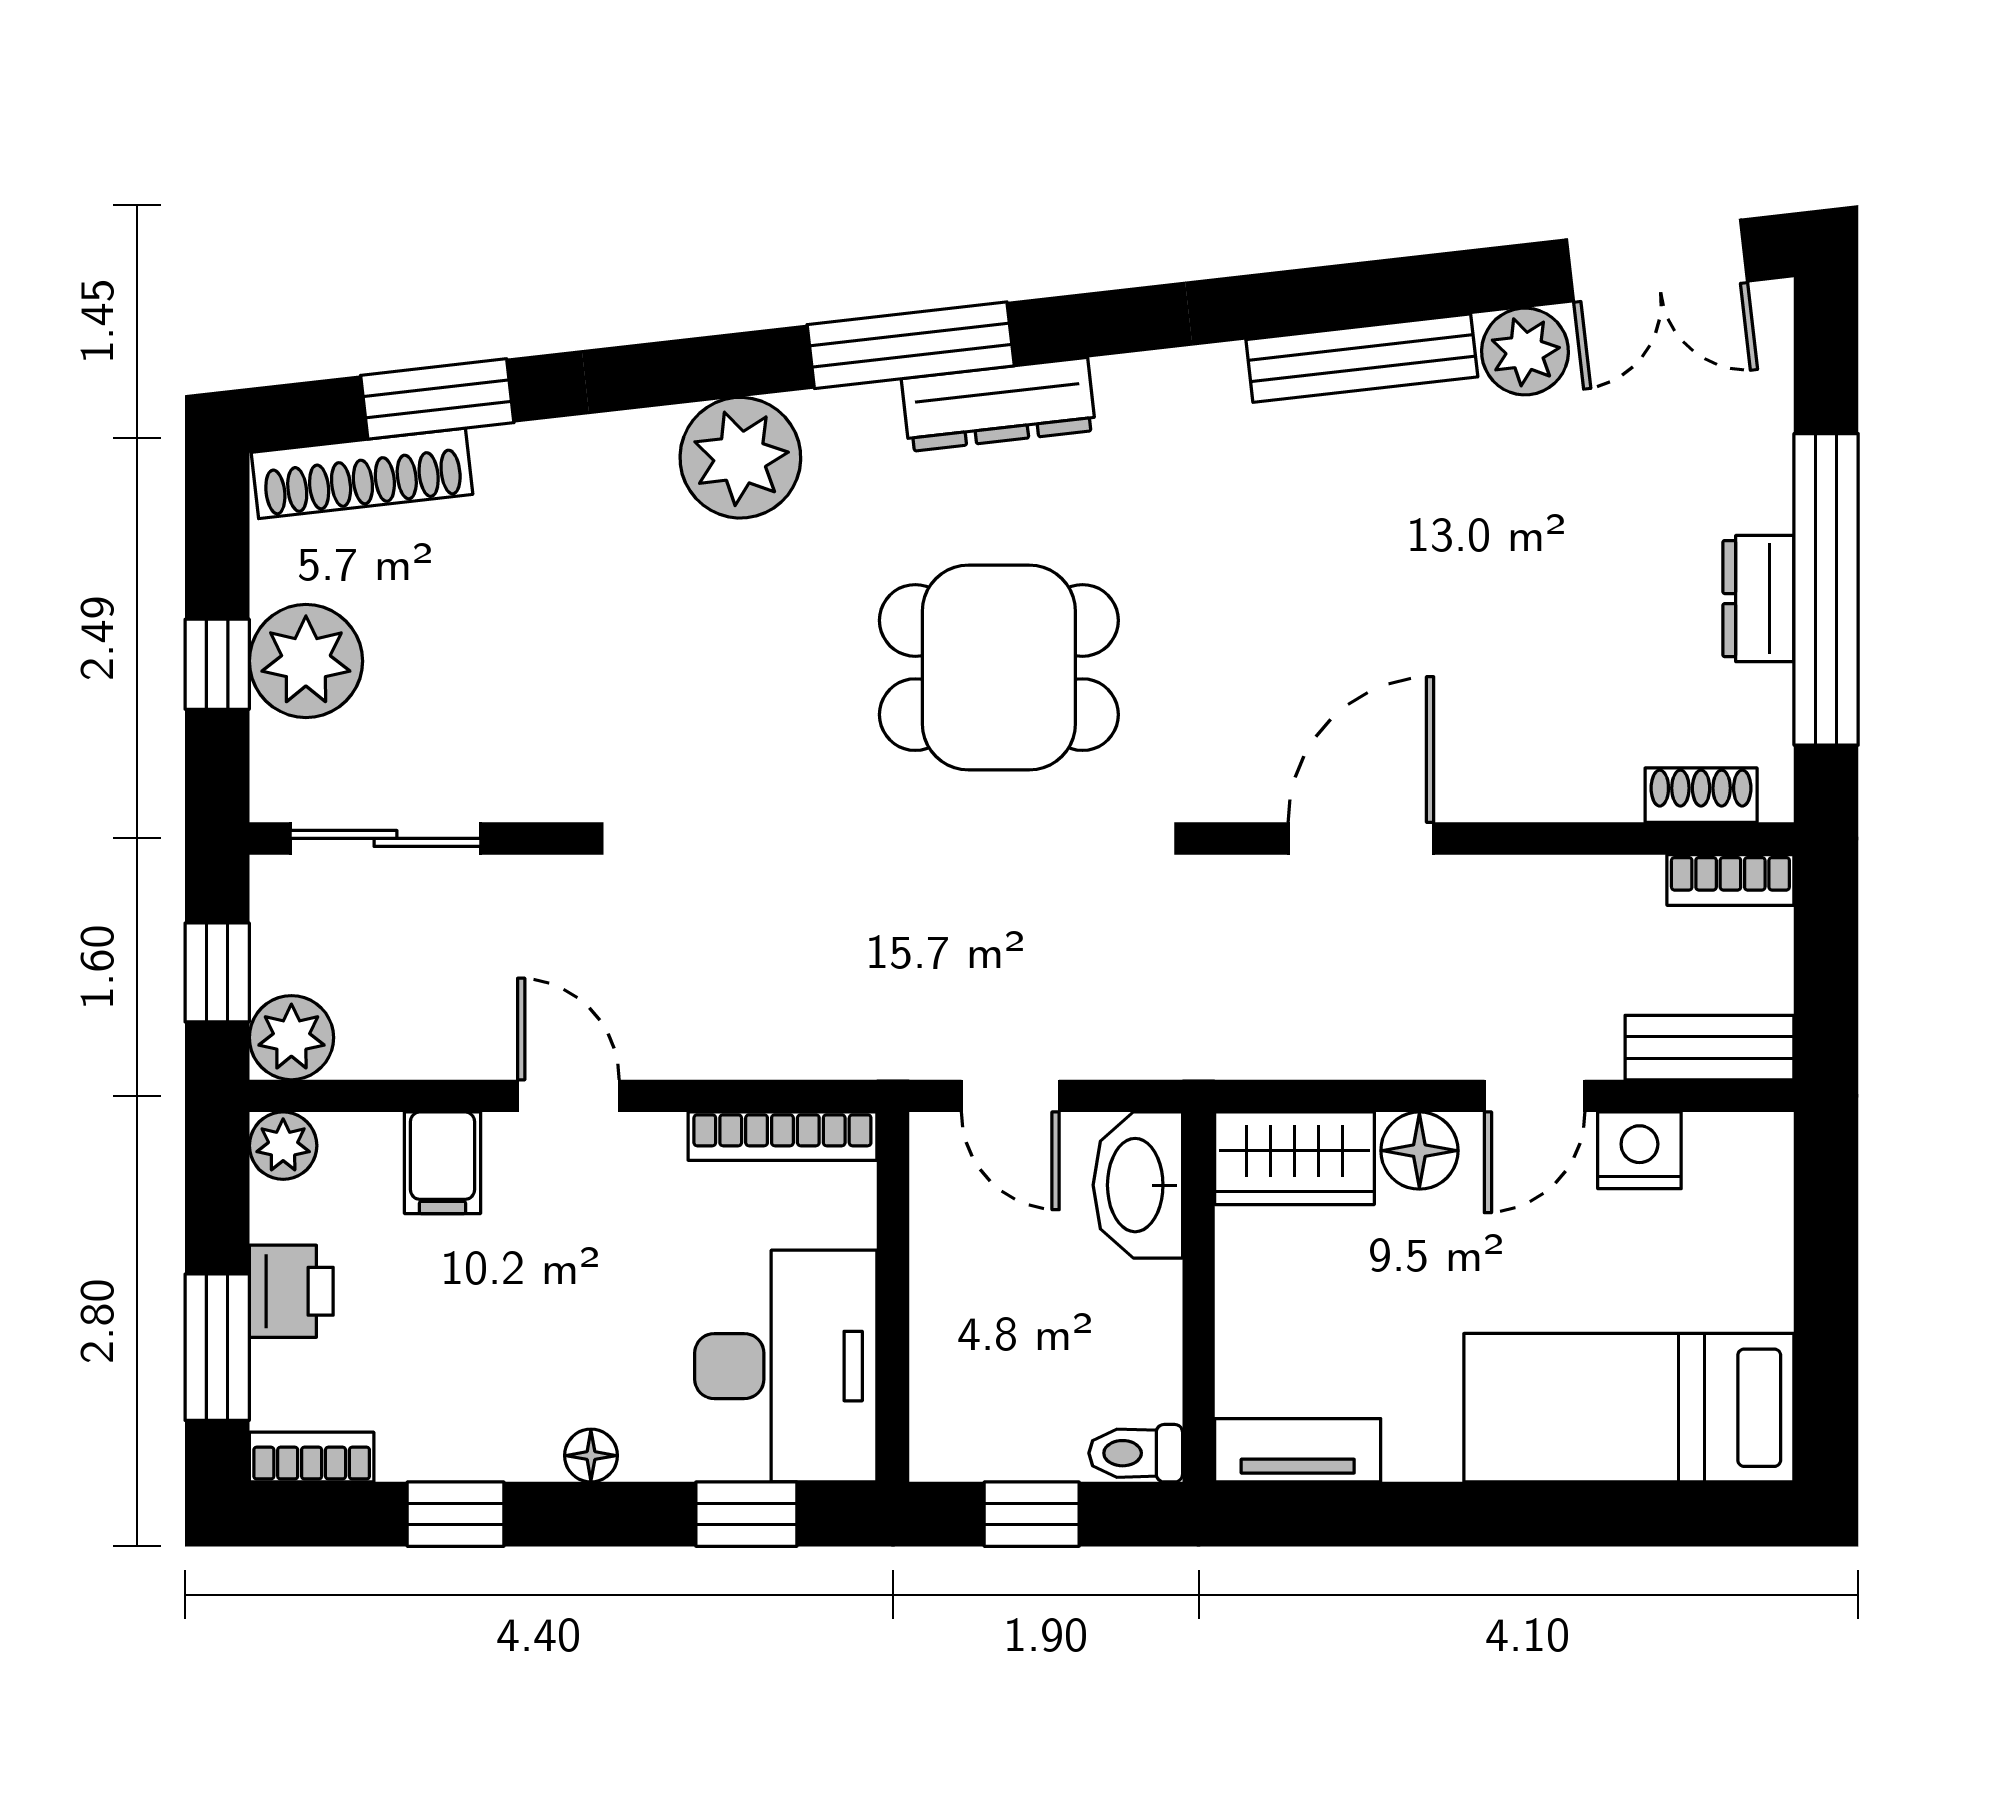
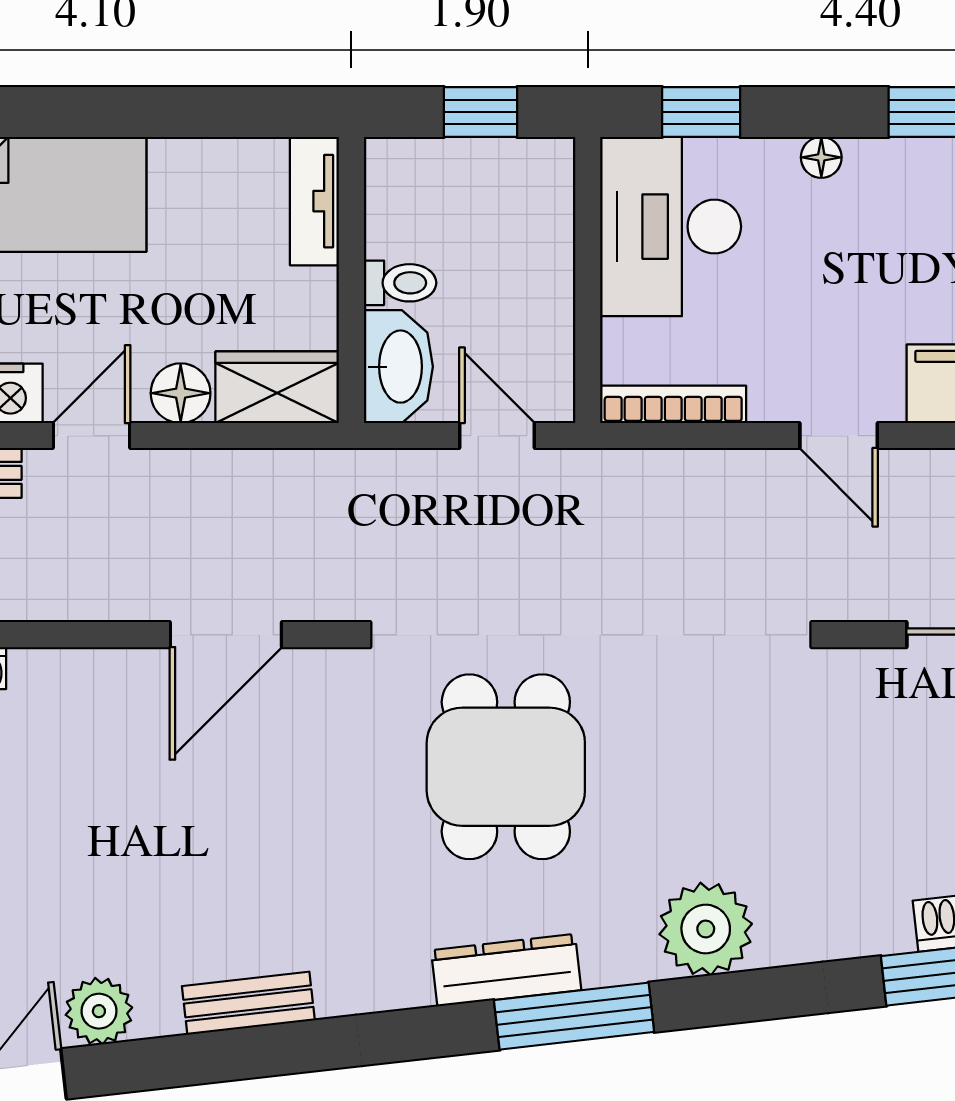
bench: (1362, 358) -> (248, 1003), width x0.73
dining table: (999, 668) -> (506, 767), turned 90
tv unit: (1298, 1450) -> (314, 201), moved, turned 90
toilet: (1136, 1453) -> (400, 283), moved

